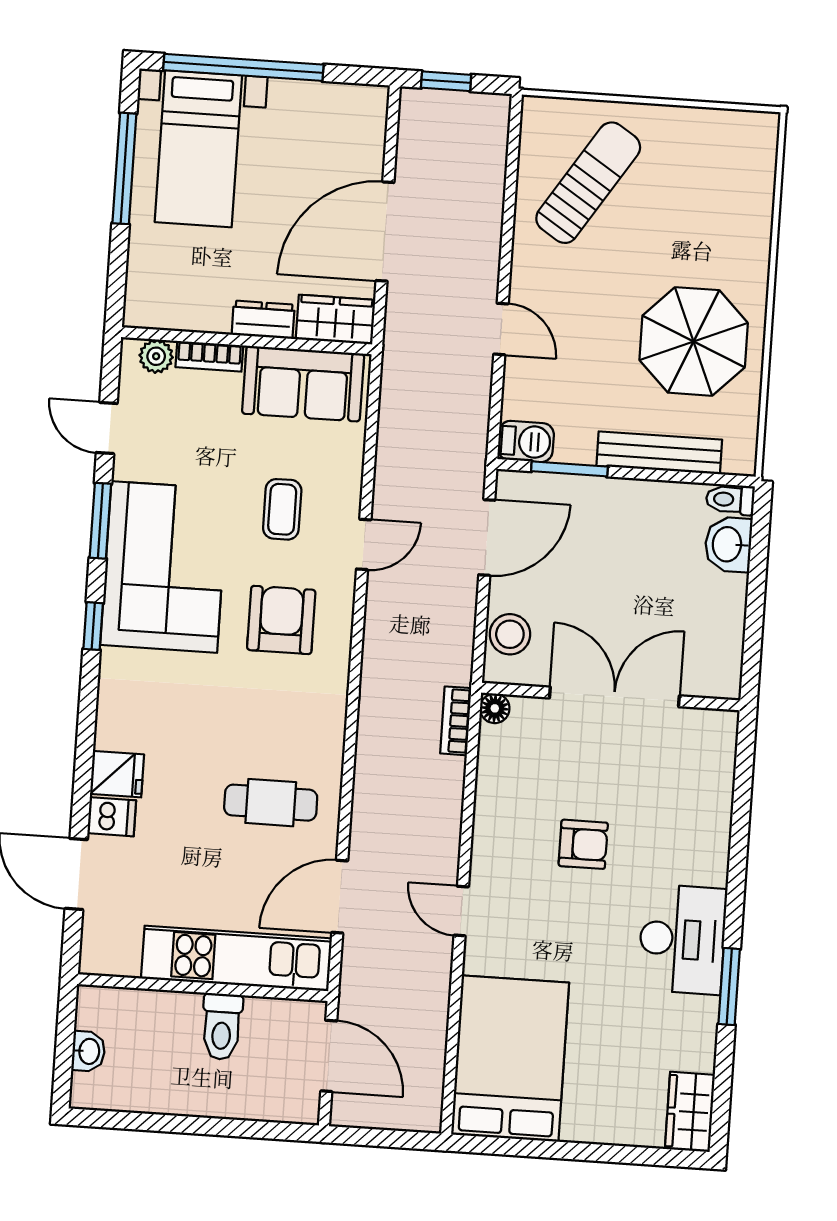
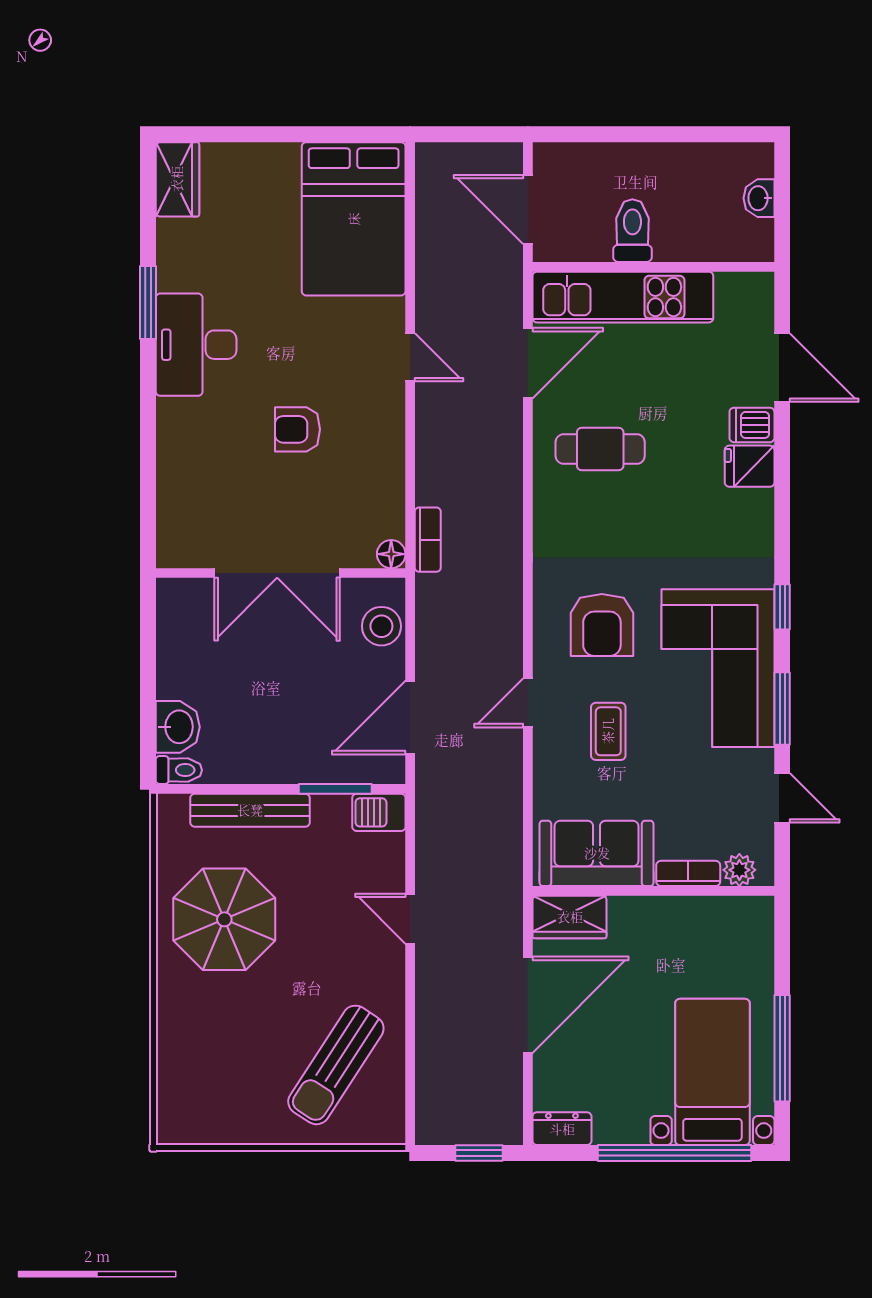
dresser: (263, 320) -> (562, 1129), moved, turned 180

